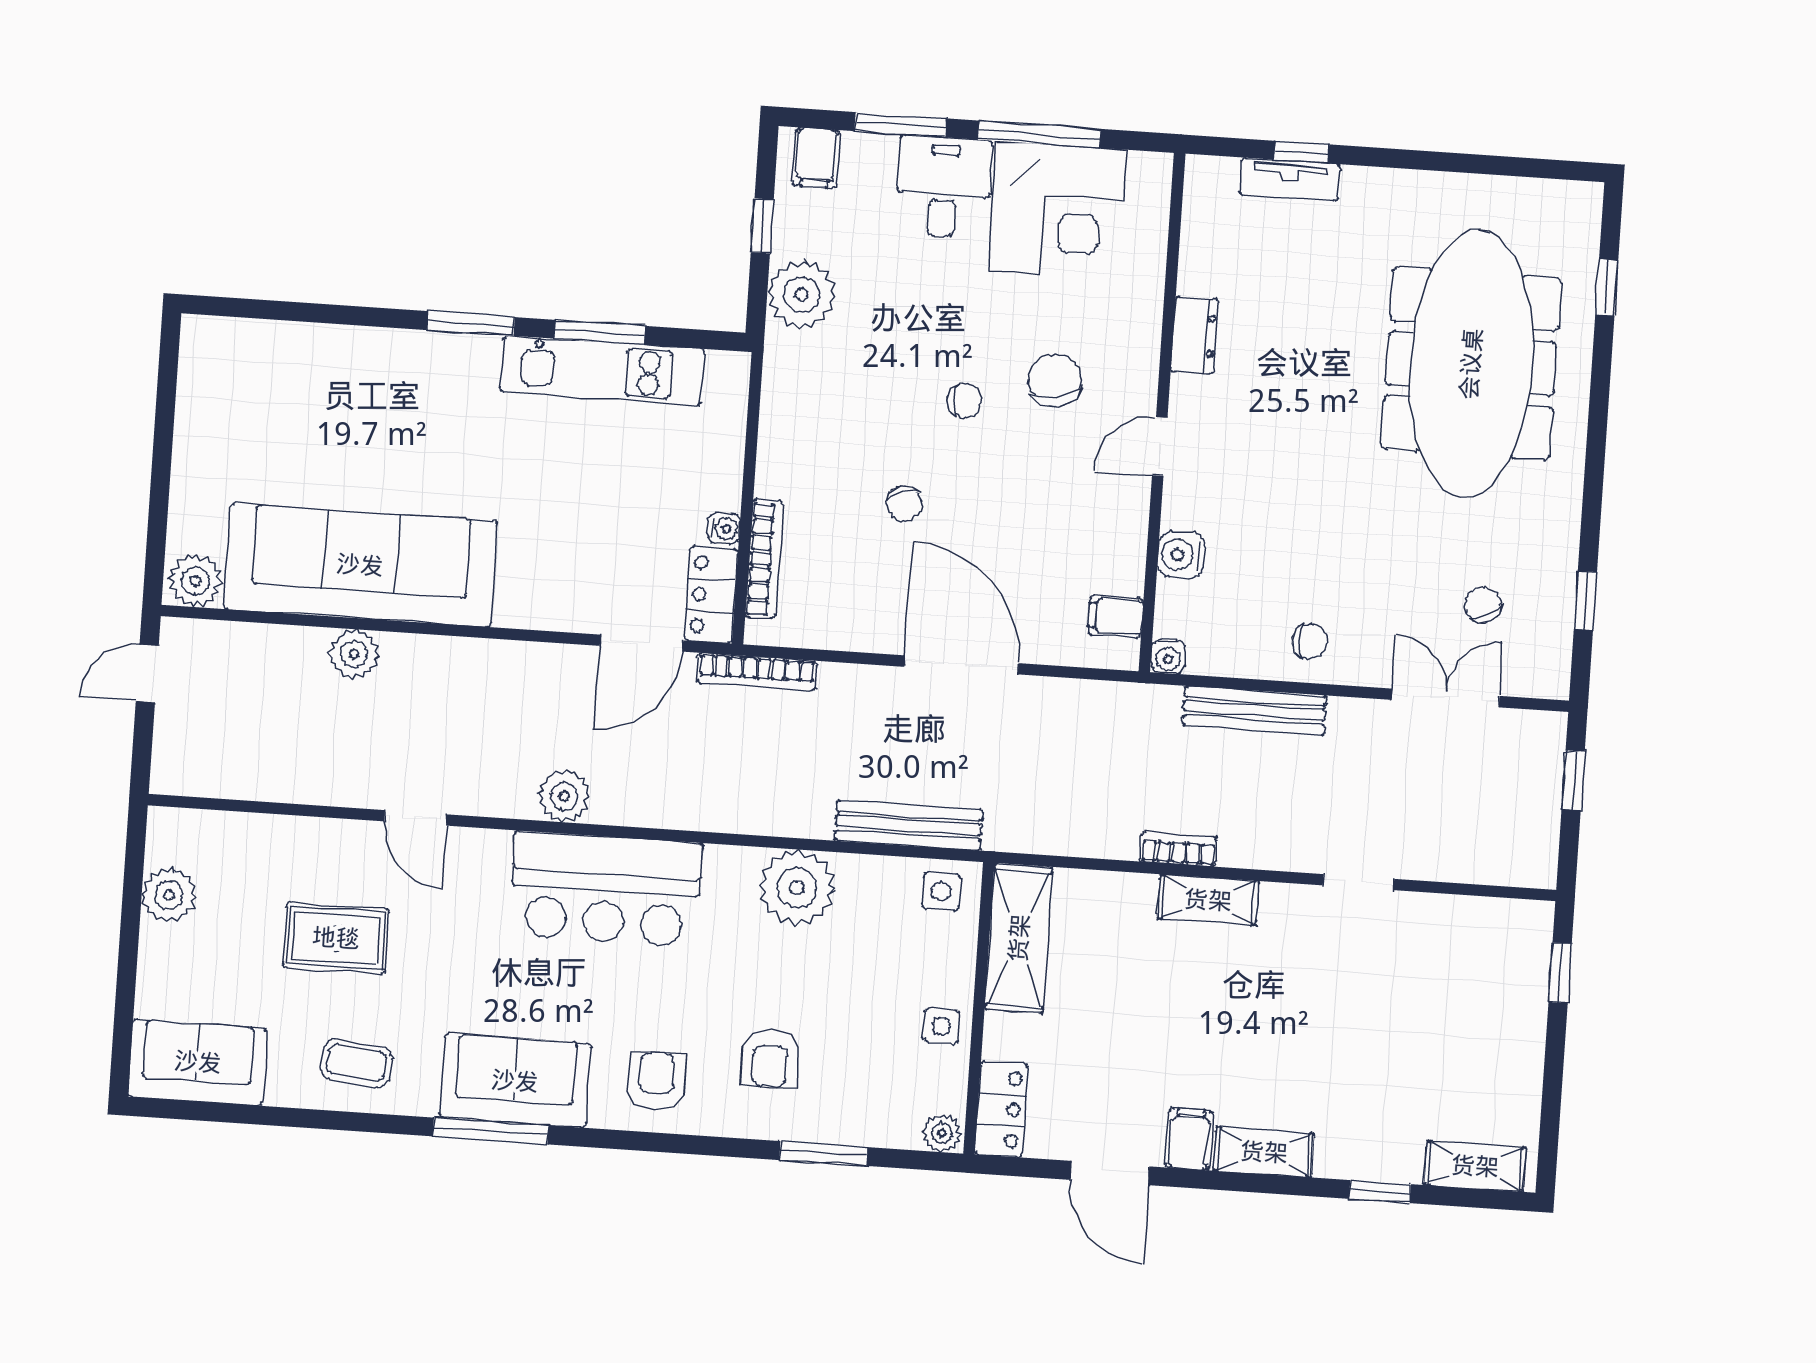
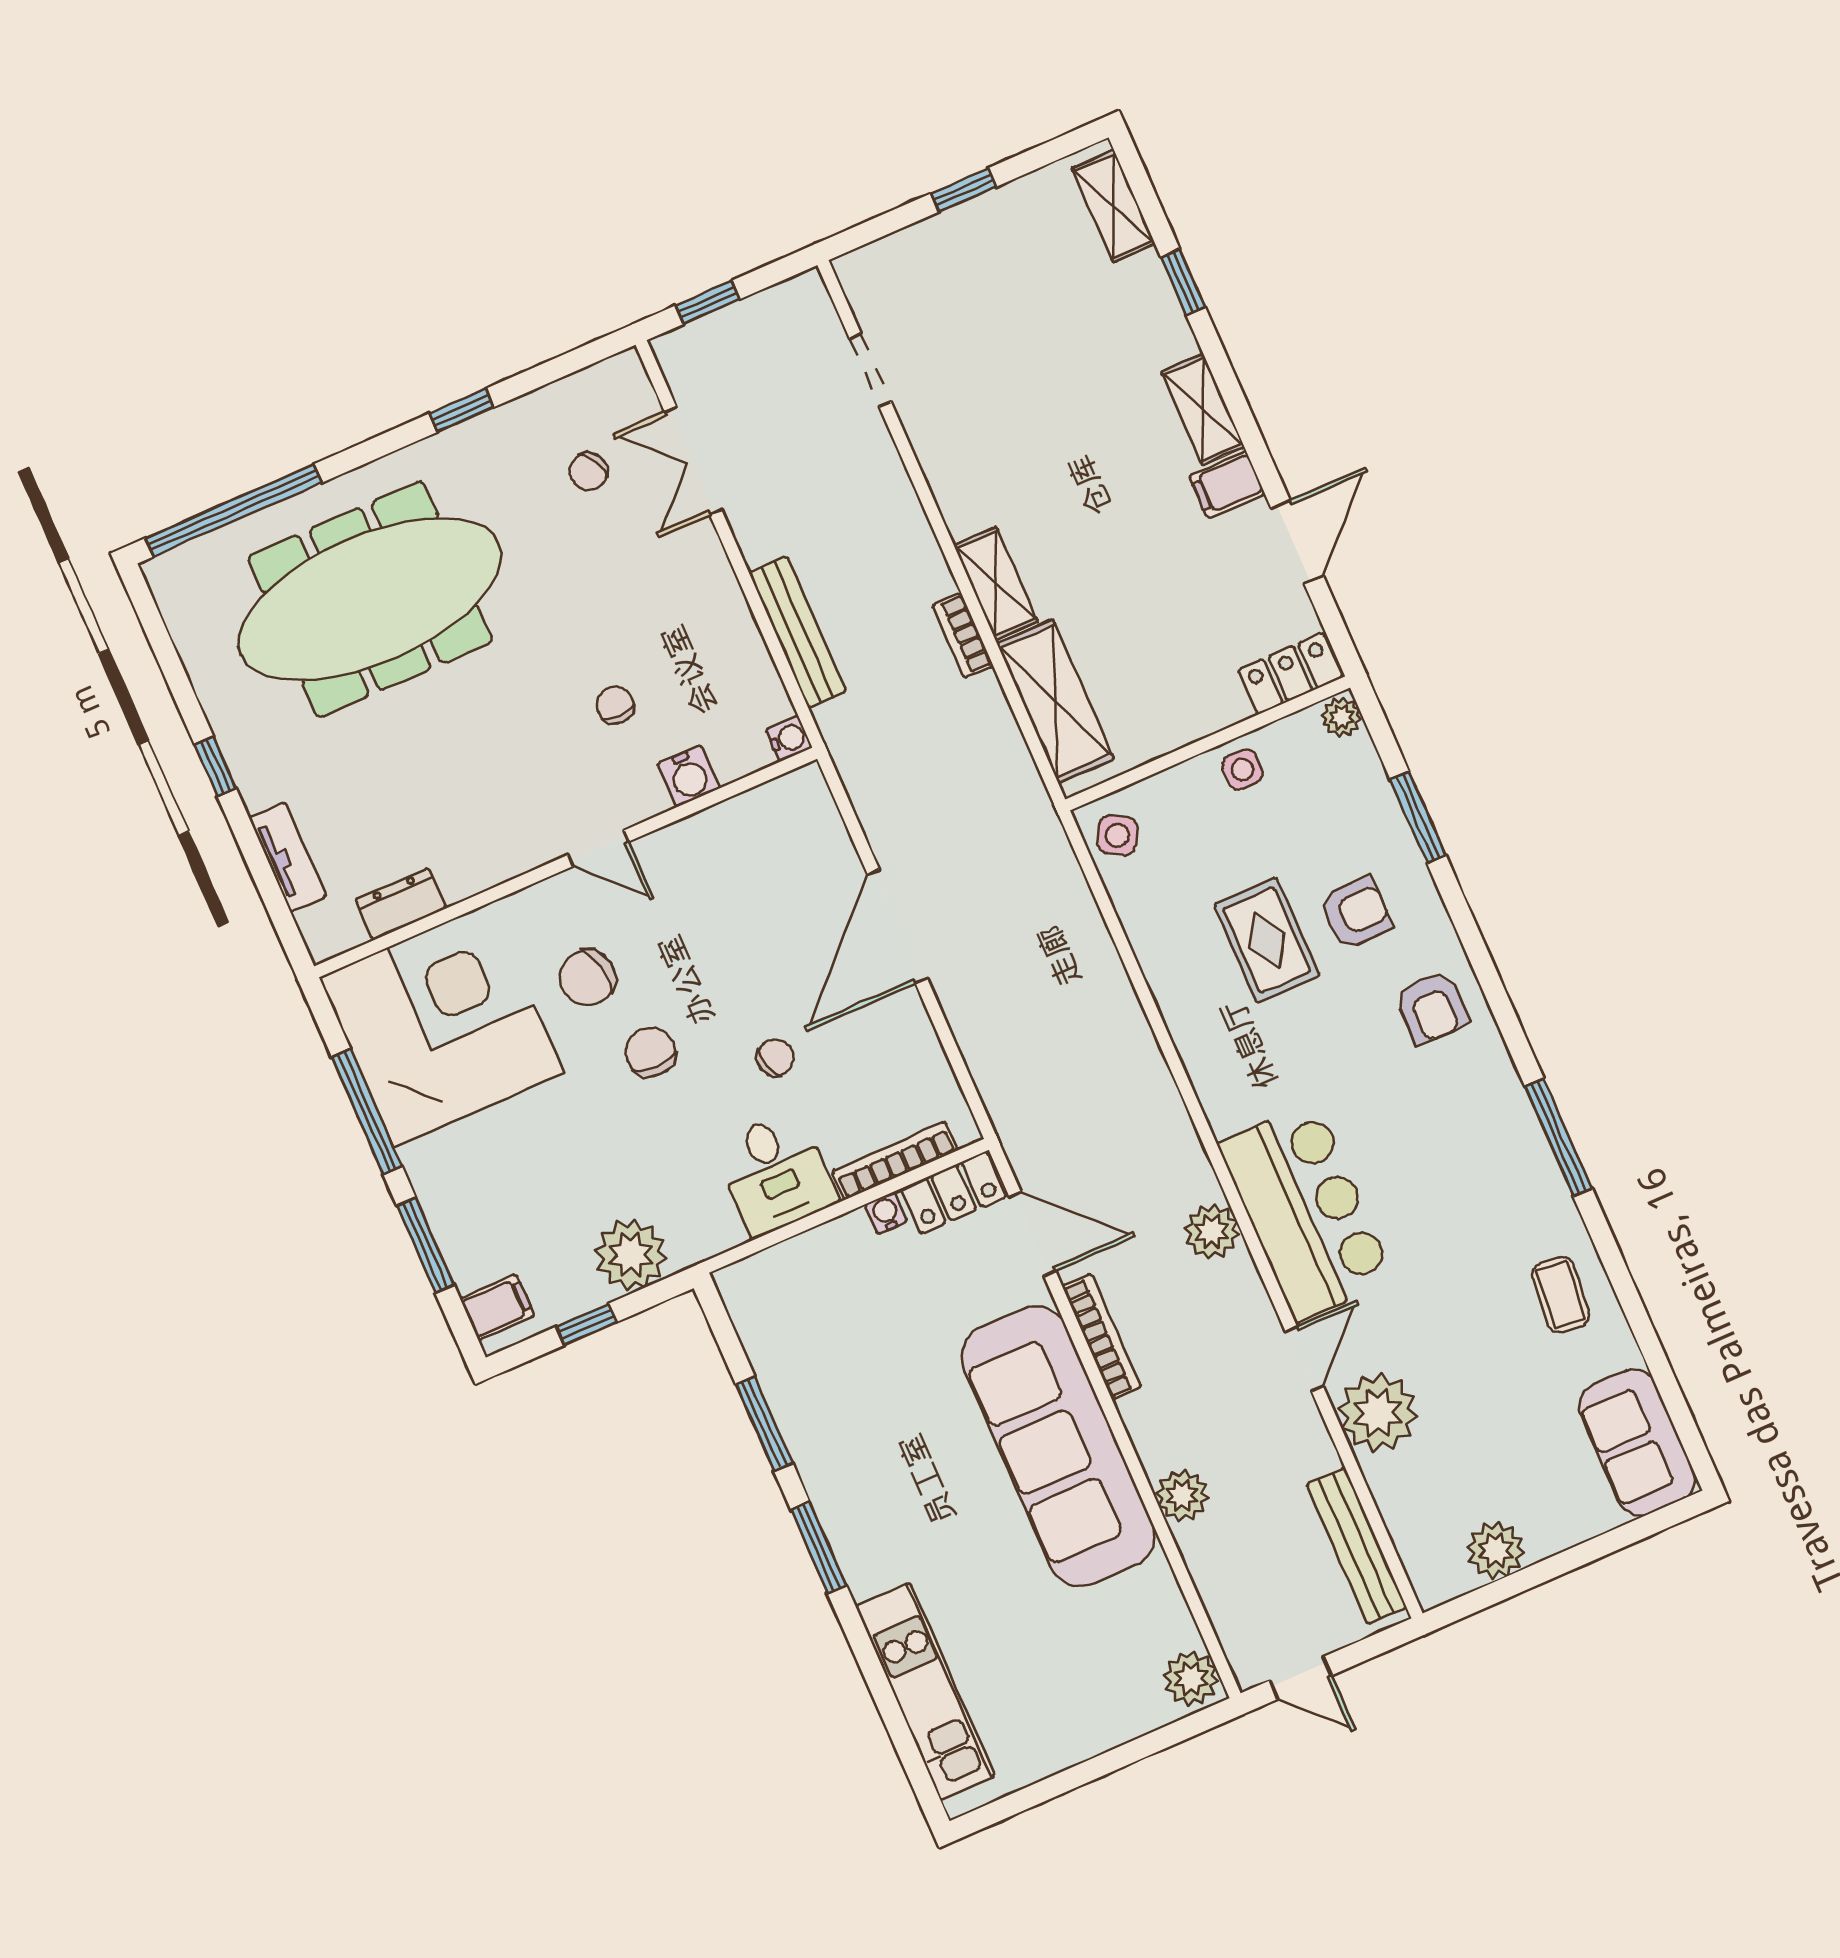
window: (1302, 152) -> (215, 766), moved
desk: (944, 187) -> (776, 1173), moved, turned -90
corner desk: (1058, 210) -> (441, 1025), width x1.36, depth x1.36
window: (1607, 287) -> (234, 510), width x3.17
dresser: (1194, 335) -> (401, 904), moved
kitchen unit: (602, 371) -> (925, 1691), moved
chair: (964, 401) -> (651, 1052), width x1.37, depth x1.37
sofa: (360, 565) -> (1058, 1446), moved
window: (1585, 601) -> (461, 410), moved
filing cabinet: (1116, 616) -> (777, 807), removed
chair: (1310, 641) -> (615, 705), moved
bookcase: (757, 672) -> (1101, 1337), moved
bench: (909, 825) -> (1356, 1546), moved
doorway: (1359, 882) -> (870, 370), moved
plant: (797, 888) -> (1378, 1413), moved
bar counter: (606, 889) -> (1306, 1212), moved
side table: (941, 891) -> (1117, 835), turned 31
rug: (336, 938) -> (1267, 940), moved
shelving: (1019, 938) -> (1055, 701), moved, turned 90
window: (1560, 973) -> (963, 190), moved
sofa: (515, 1081) -> (1500, 1139), removed
armchair: (656, 1081) -> (1432, 1007), turned -90

